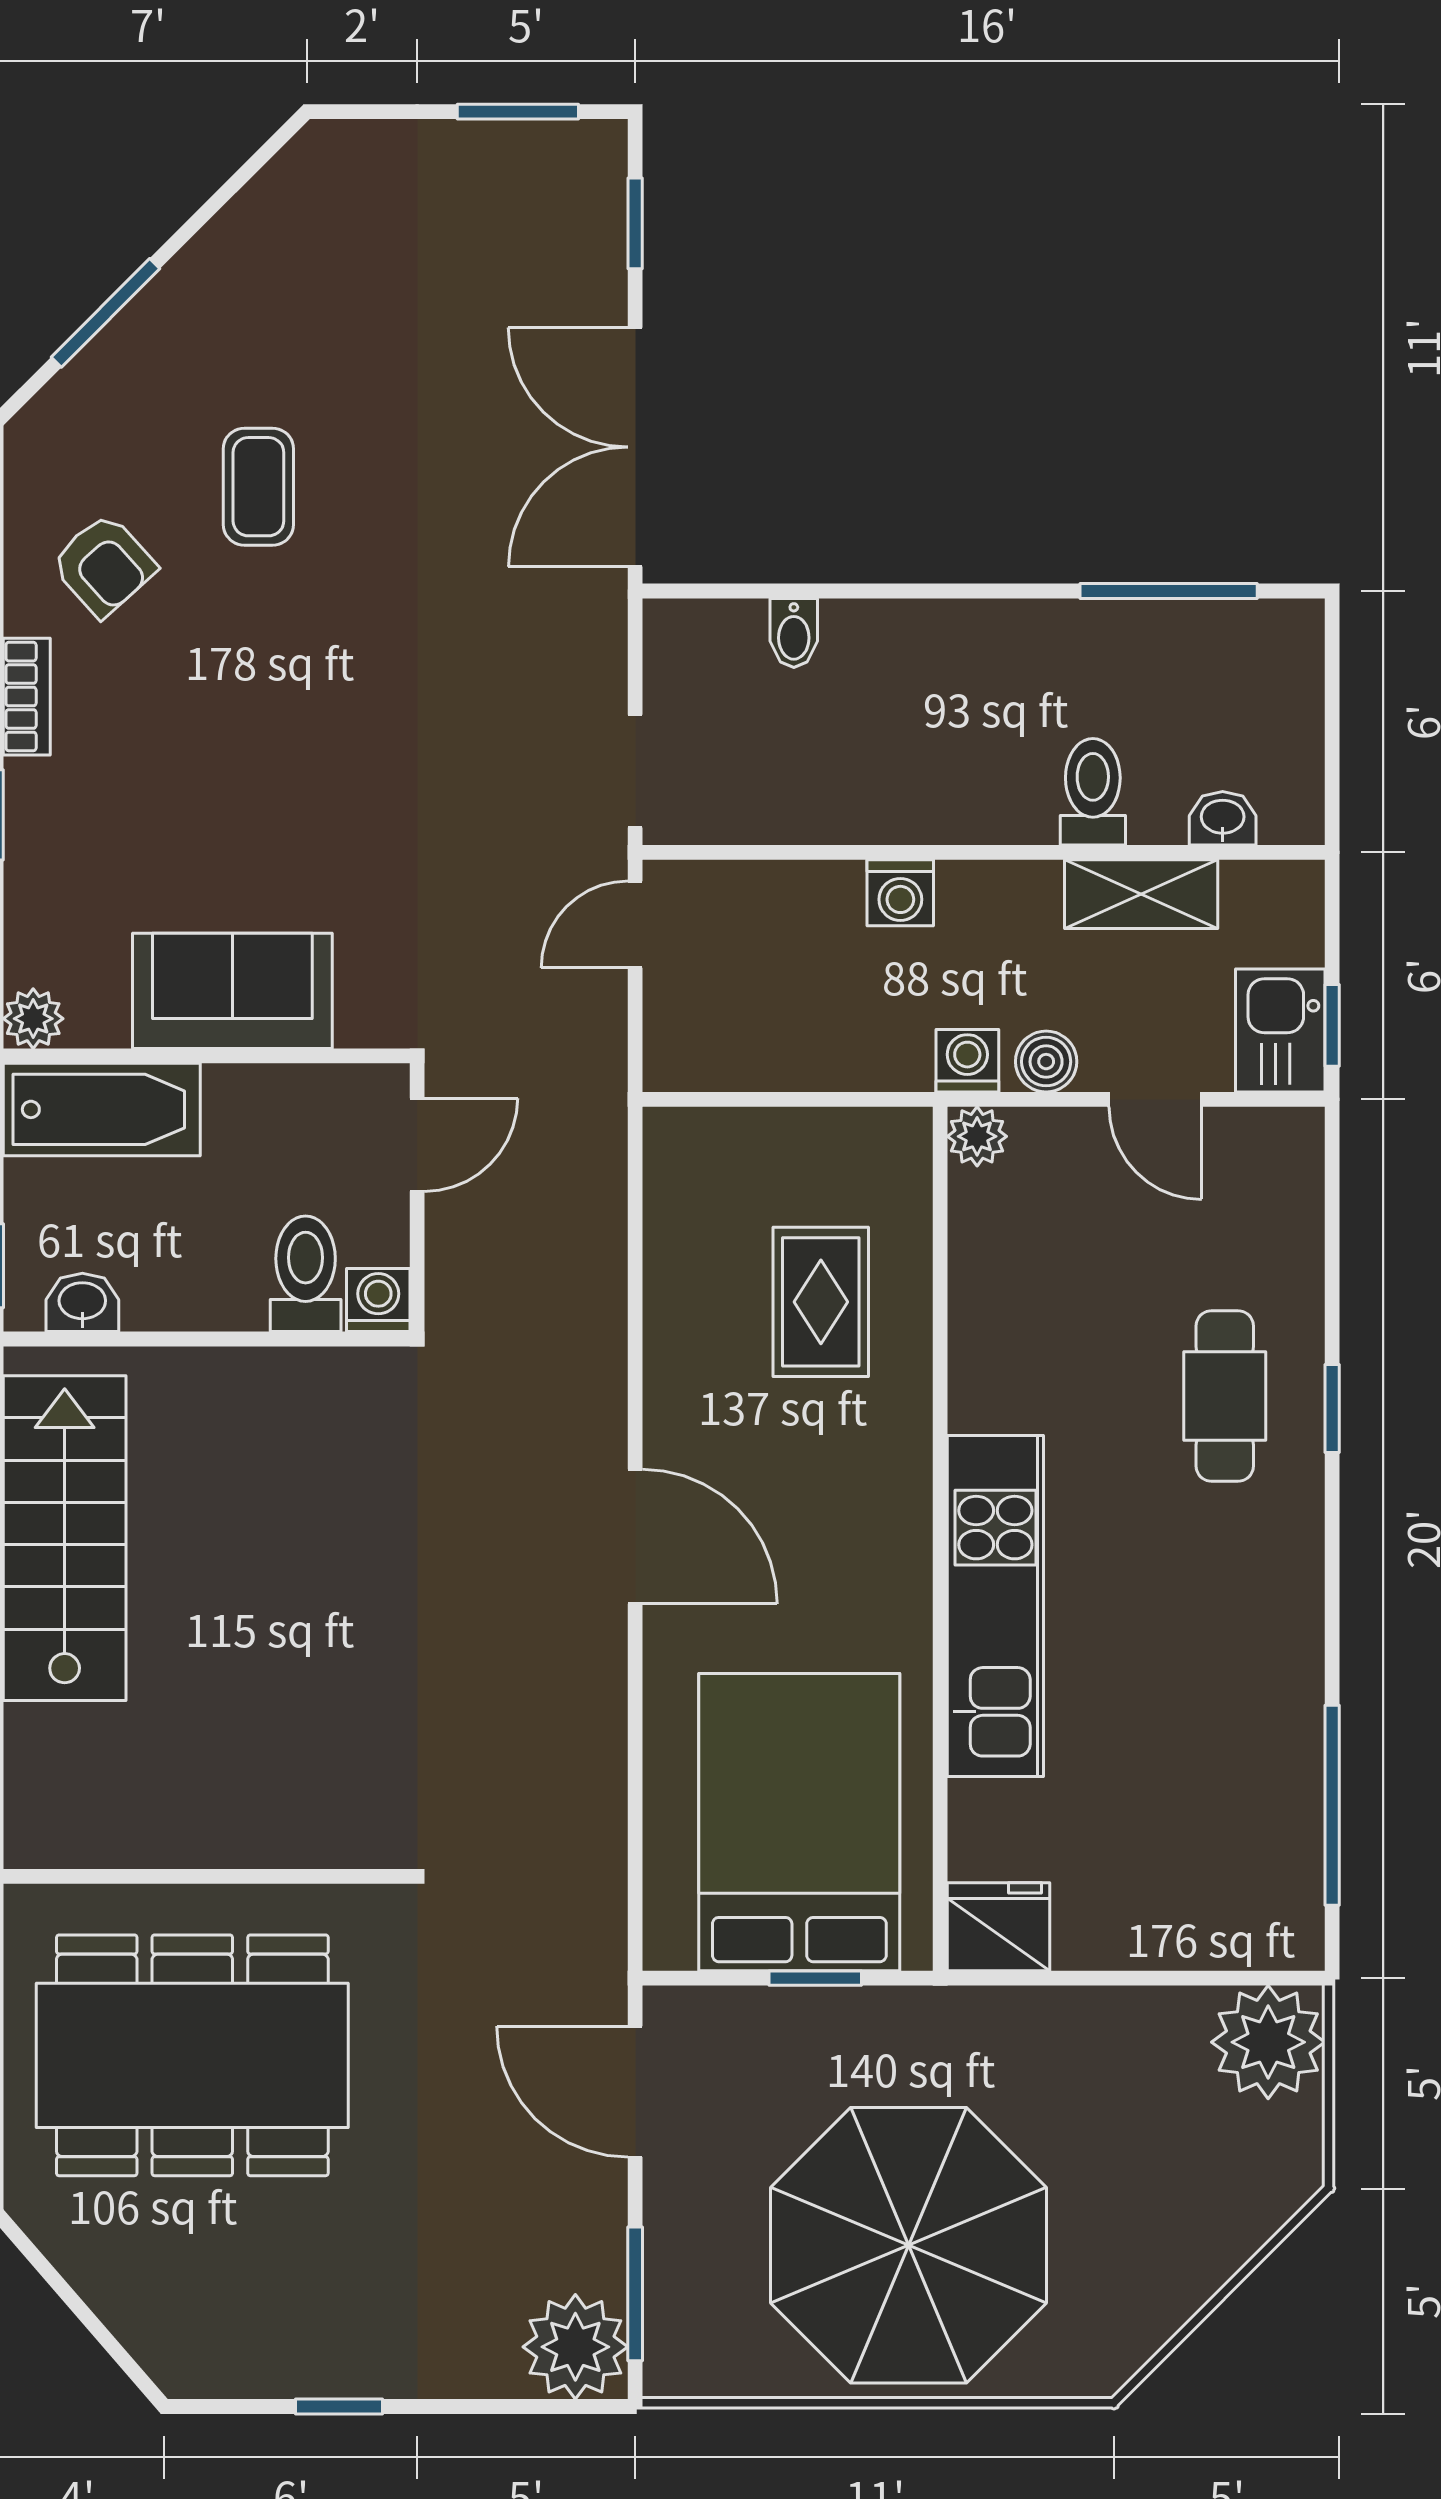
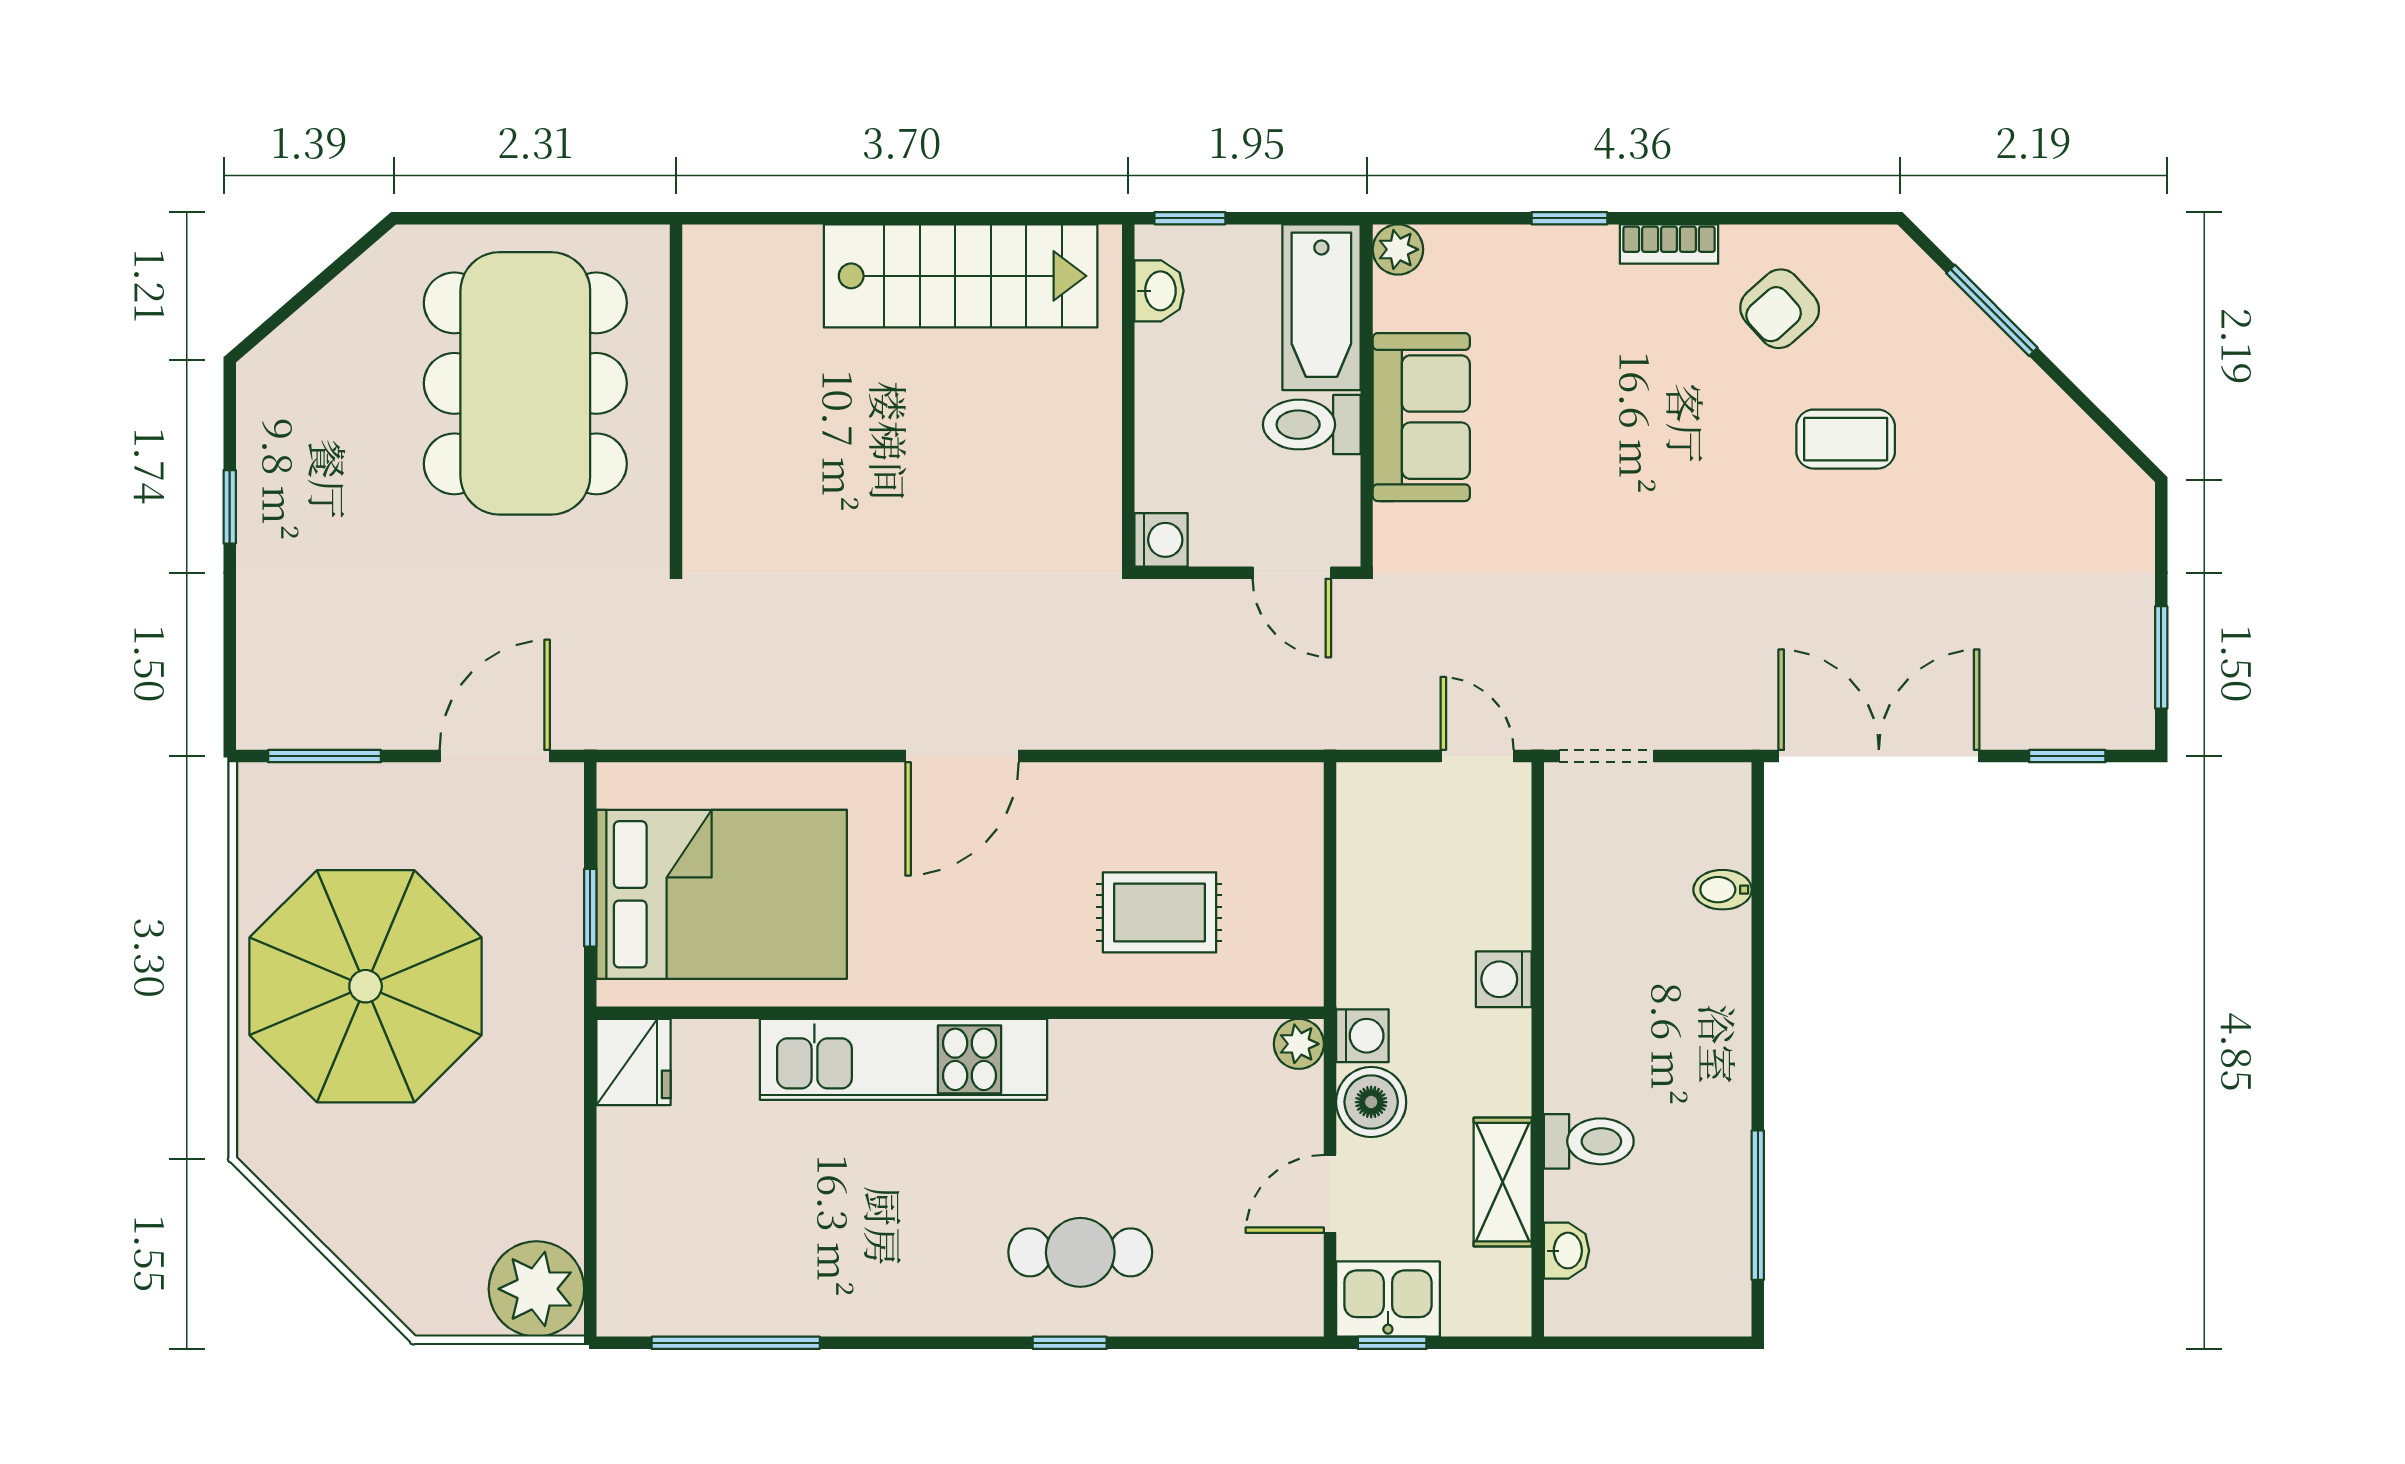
boiler: (1046, 1062) -> (1371, 1102), width x1.36, depth x1.36
toilet: (306, 1274) -> (1312, 425), moved, turned 180
plant: (575, 2347) -> (280, 706), removed

